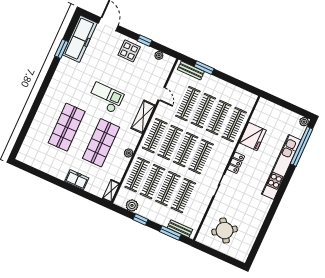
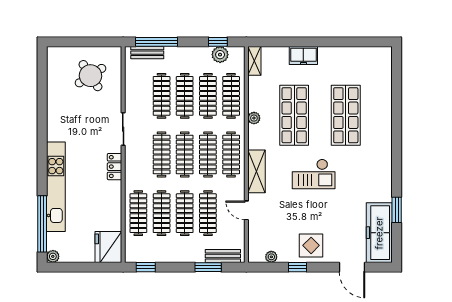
window: (246, 86) -> (146, 267), added
fridge: (253, 137) -> (108, 247), moved
window: (141, 220) -> (218, 42), moved
window: (170, 233) -> (156, 42), width x1.44

